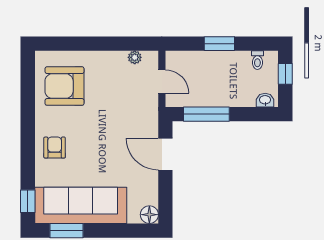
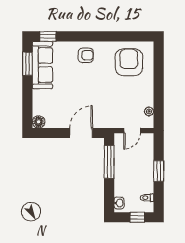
sofa: (81, 205) -> (42, 65), width x0.74, depth x0.79

